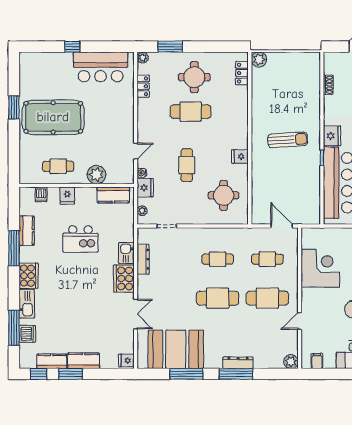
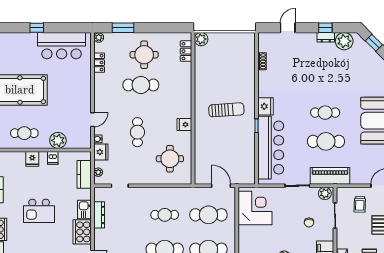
dishwasher: (41, 194) -> (53, 158), moved
kitchen counter: (113, 195) -> (84, 174), moved, turned 90
kitchen island: (80, 239) -> (39, 211), moved
cafe table: (267, 259) -> (208, 215), width x1.37, depth x1.35
corner desk: (320, 268) -> (255, 208), moved

